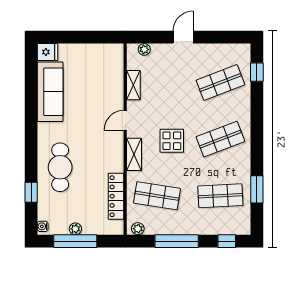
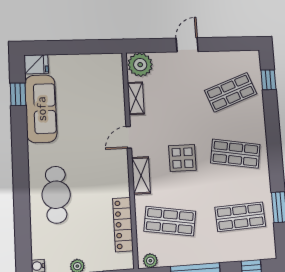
plant: (144, 49) -> (140, 65), width x1.87, depth x1.87
shop shelf: (220, 139) -> (235, 154), turned 30
window: (31, 192) -> (18, 94), moved

